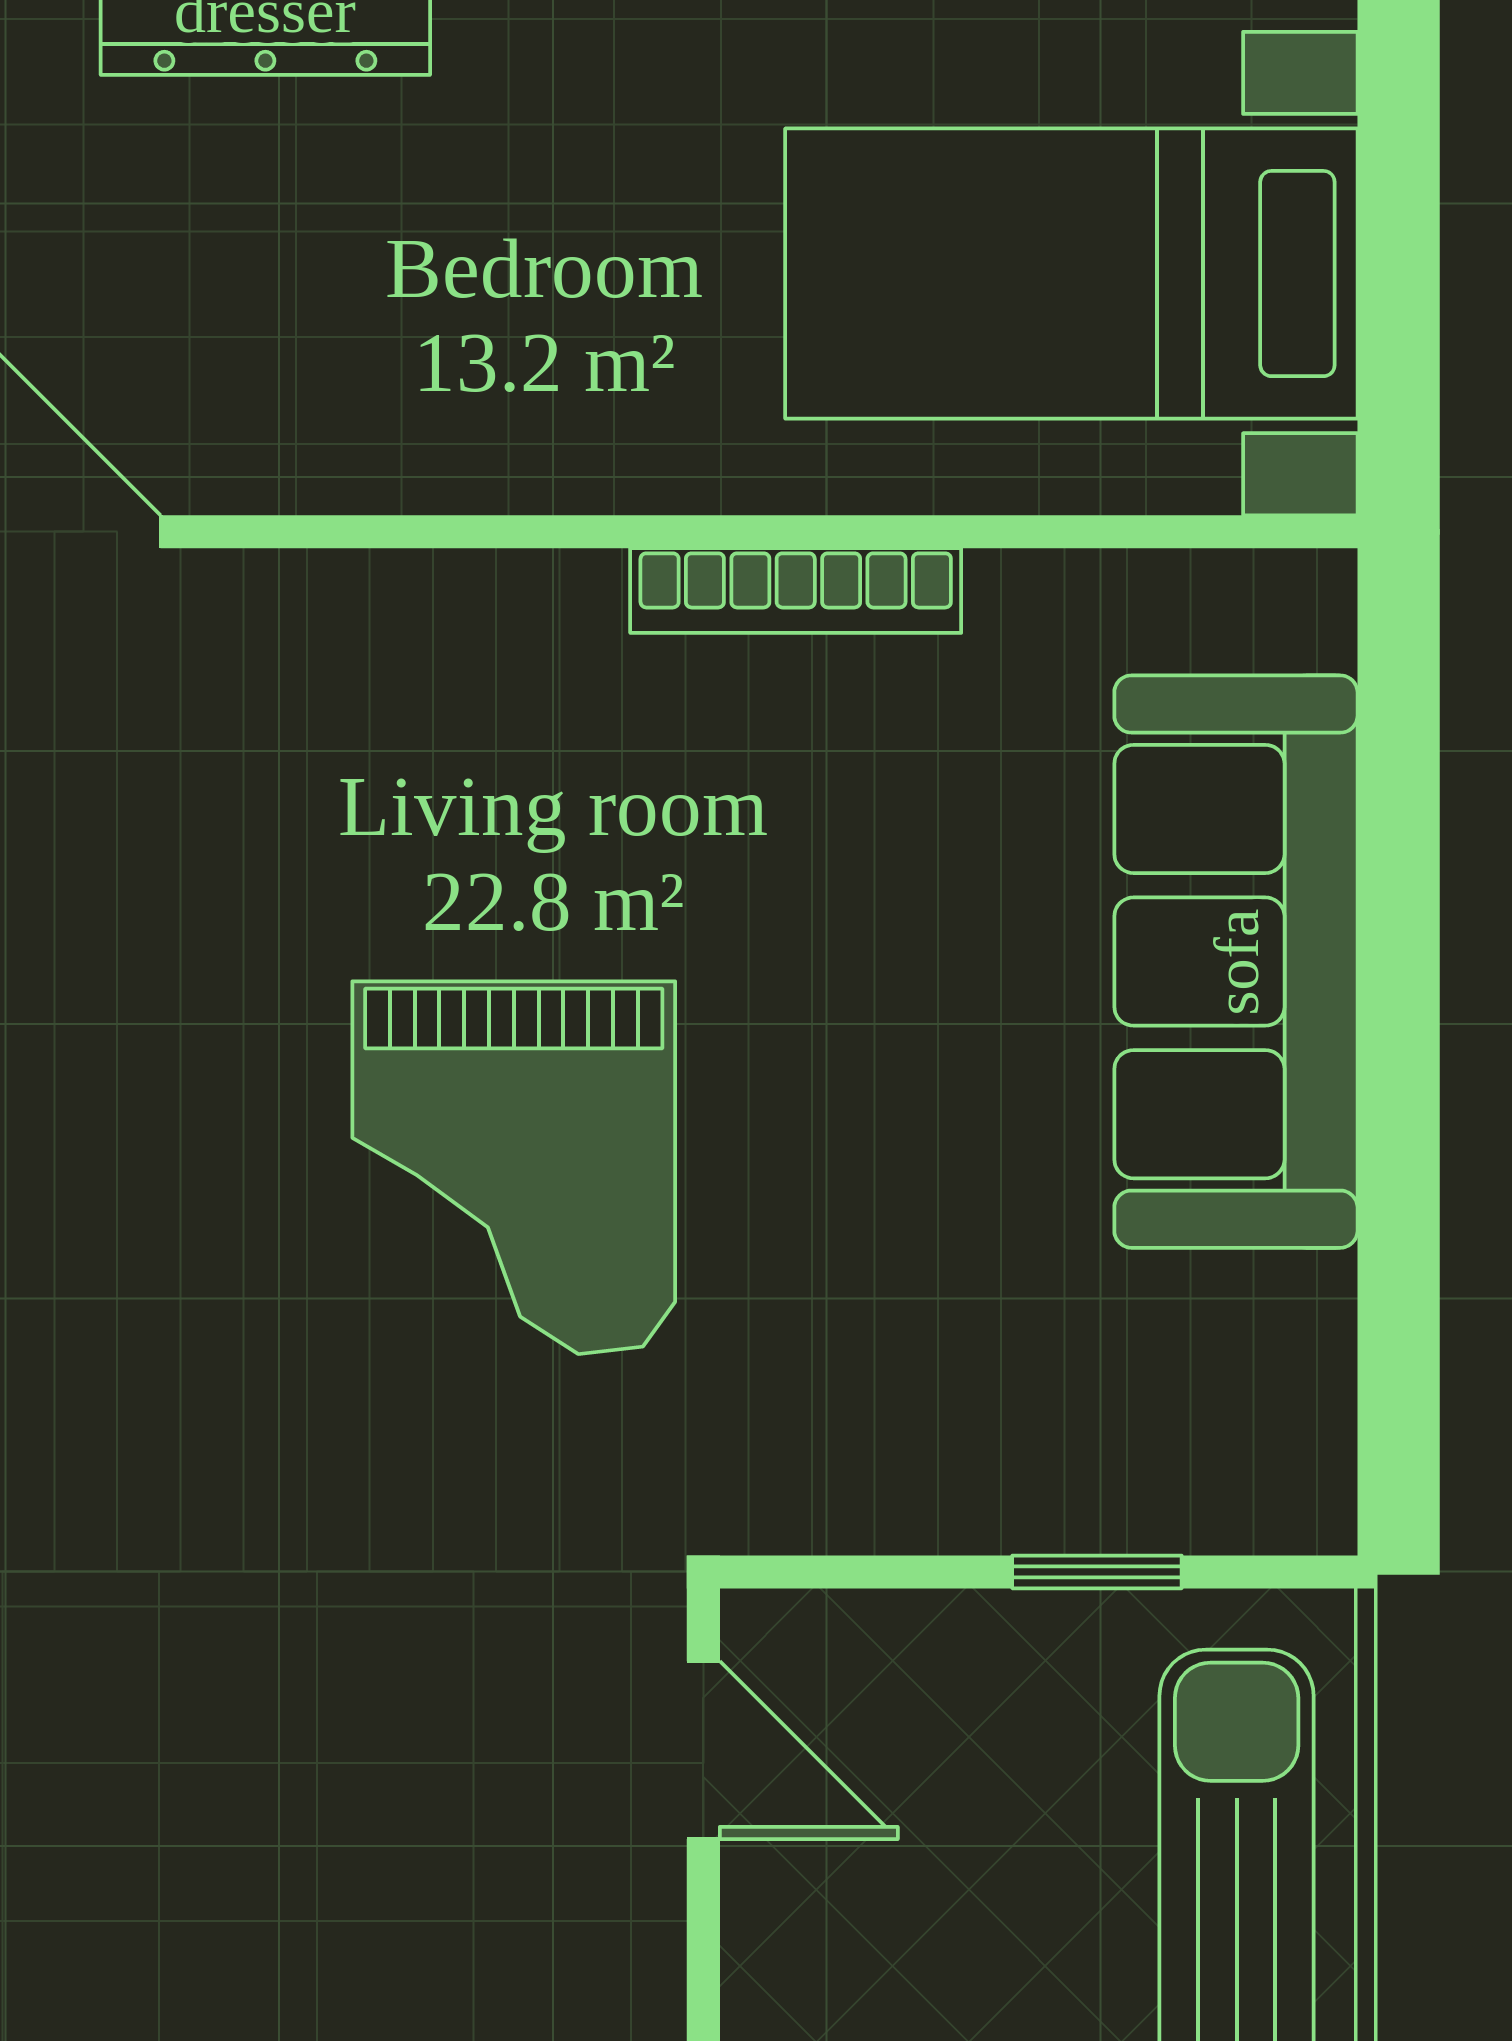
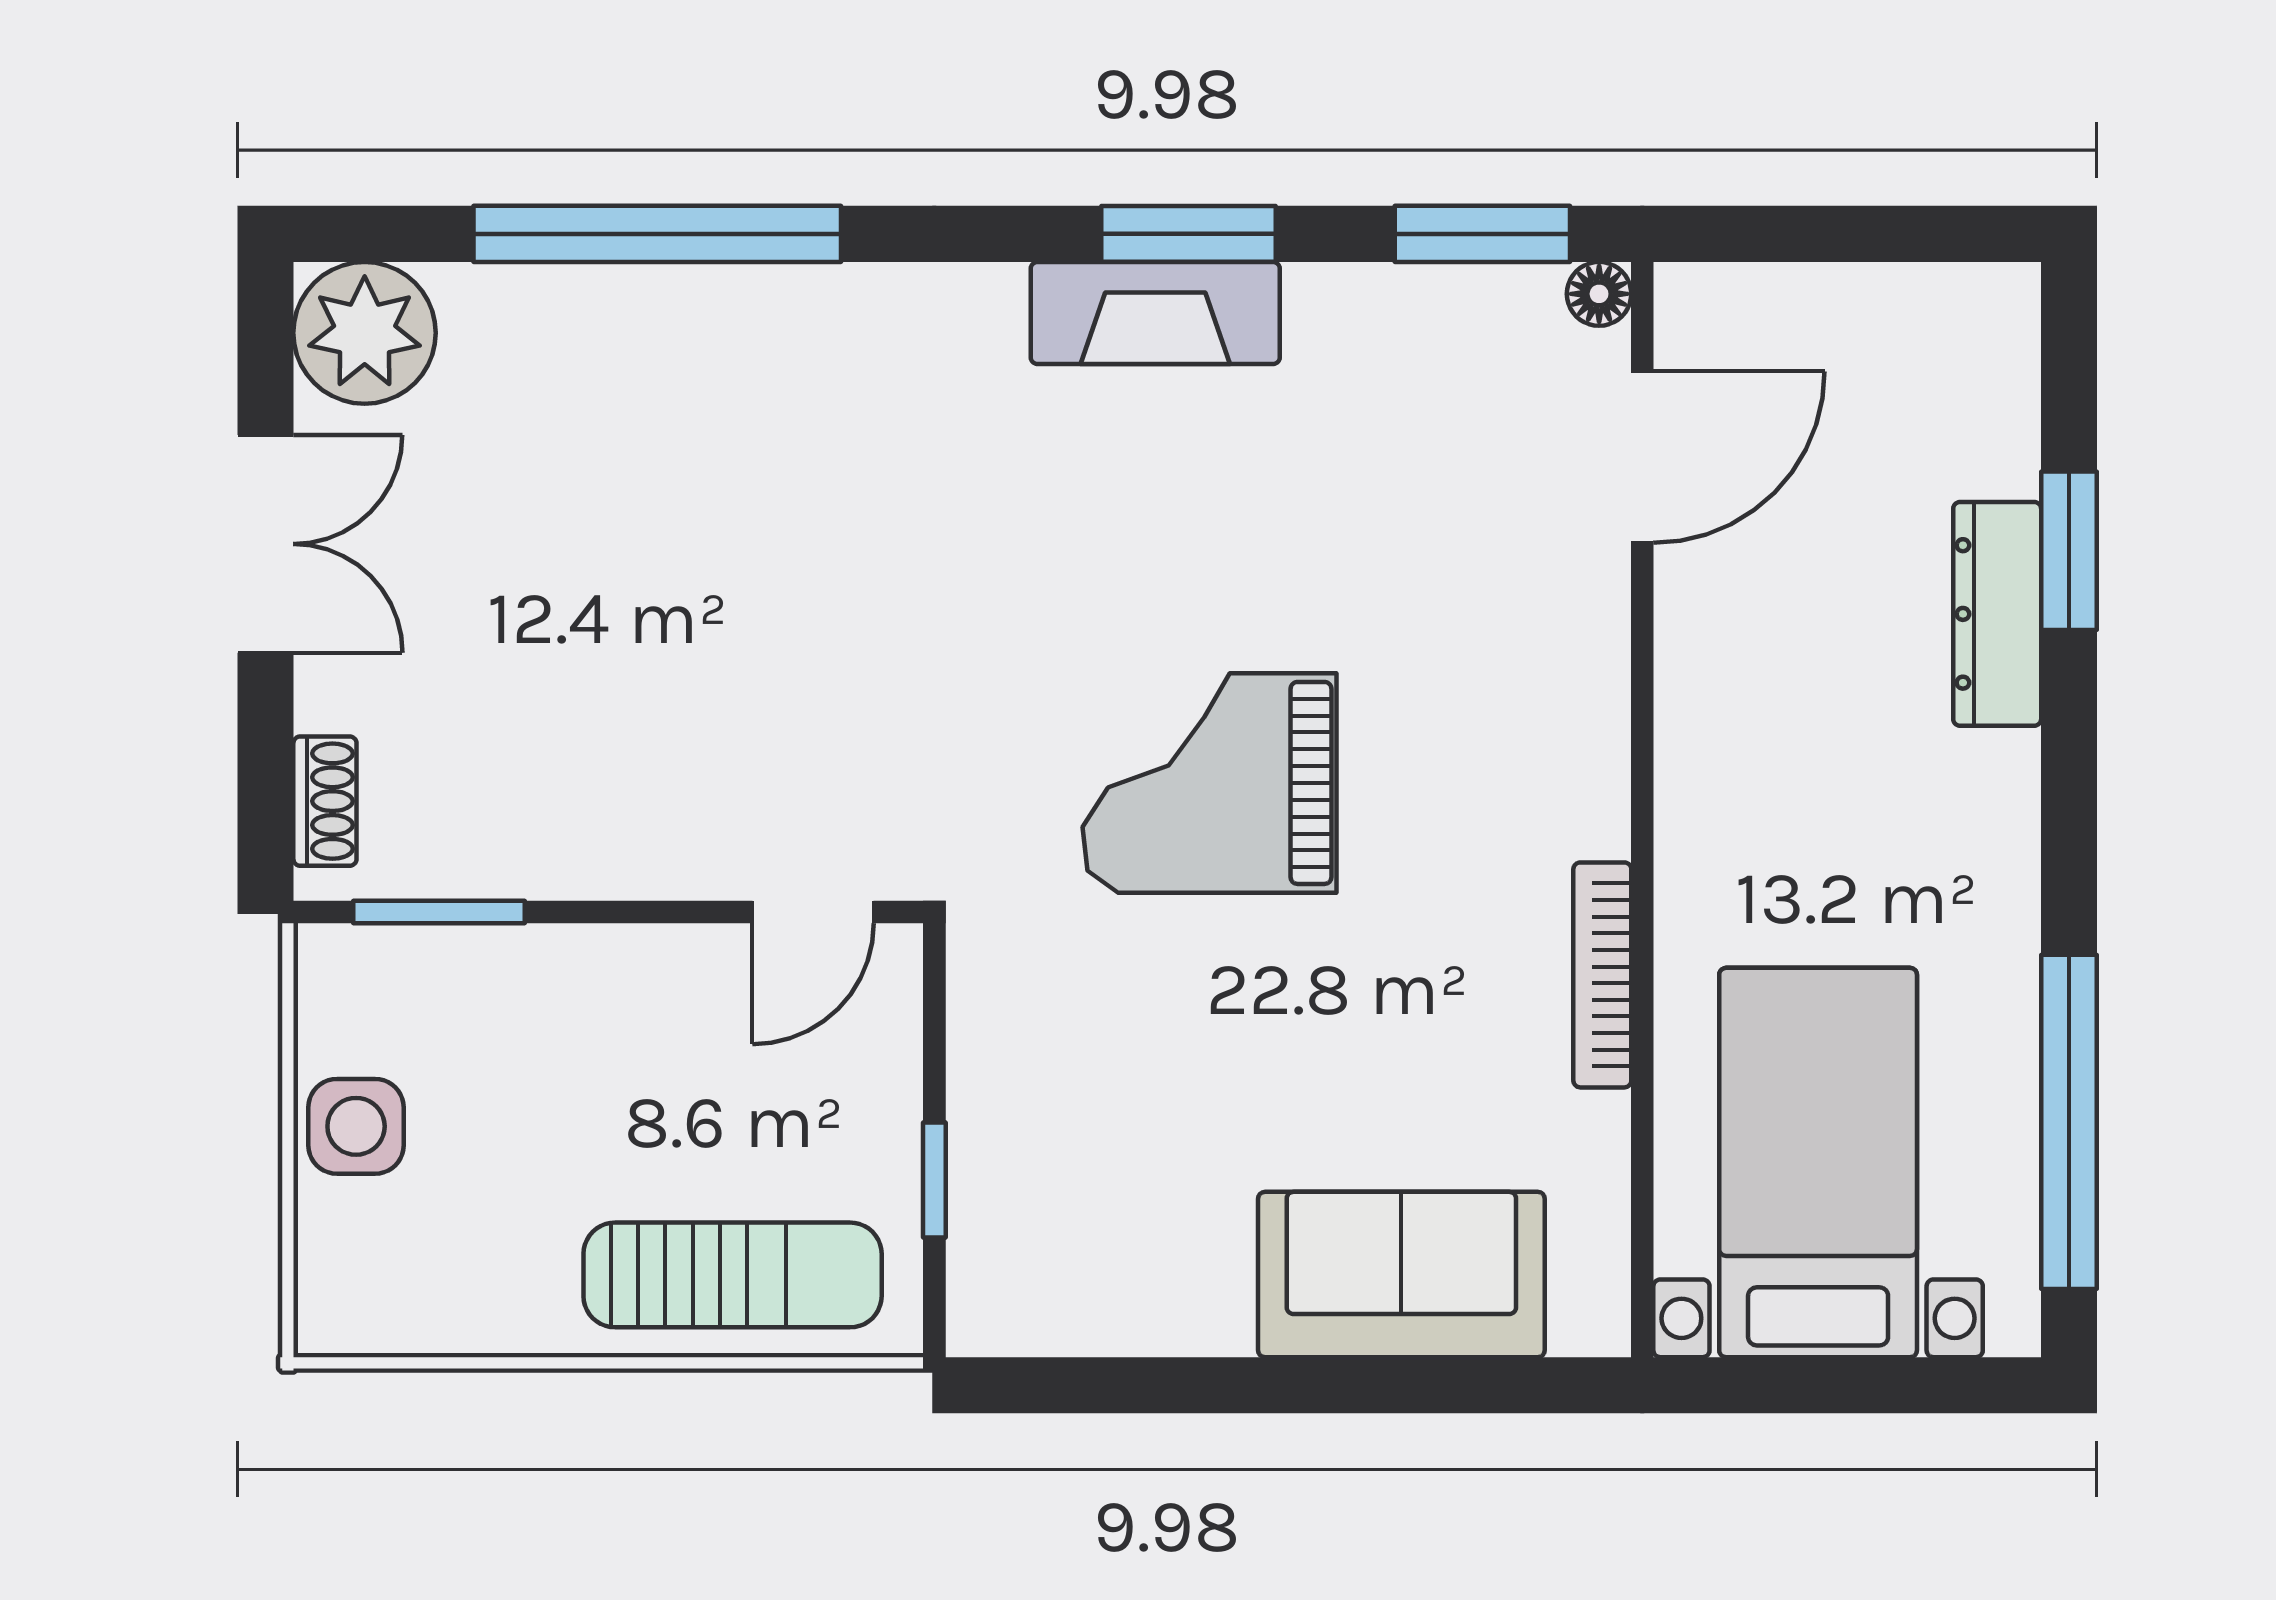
sofa: (1236, 962) -> (1401, 1275), width x0.73

